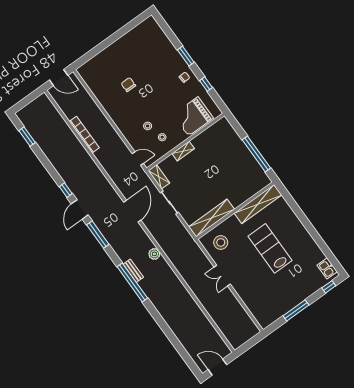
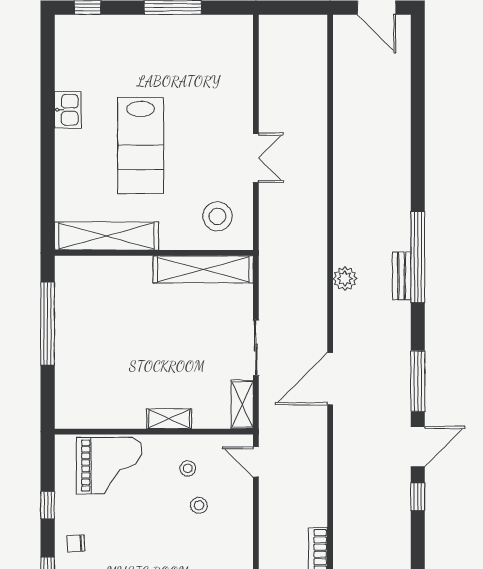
kitchen sink: (327, 268) -> (68, 110), moved

